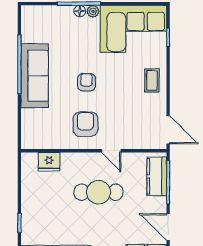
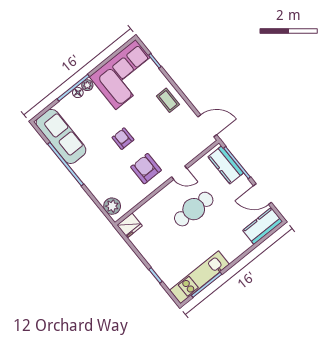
sofa: (35, 76) -> (61, 136), moved
plant: (30, 133) -> (112, 206), added
fridge: (49, 162) -> (130, 225), moved

